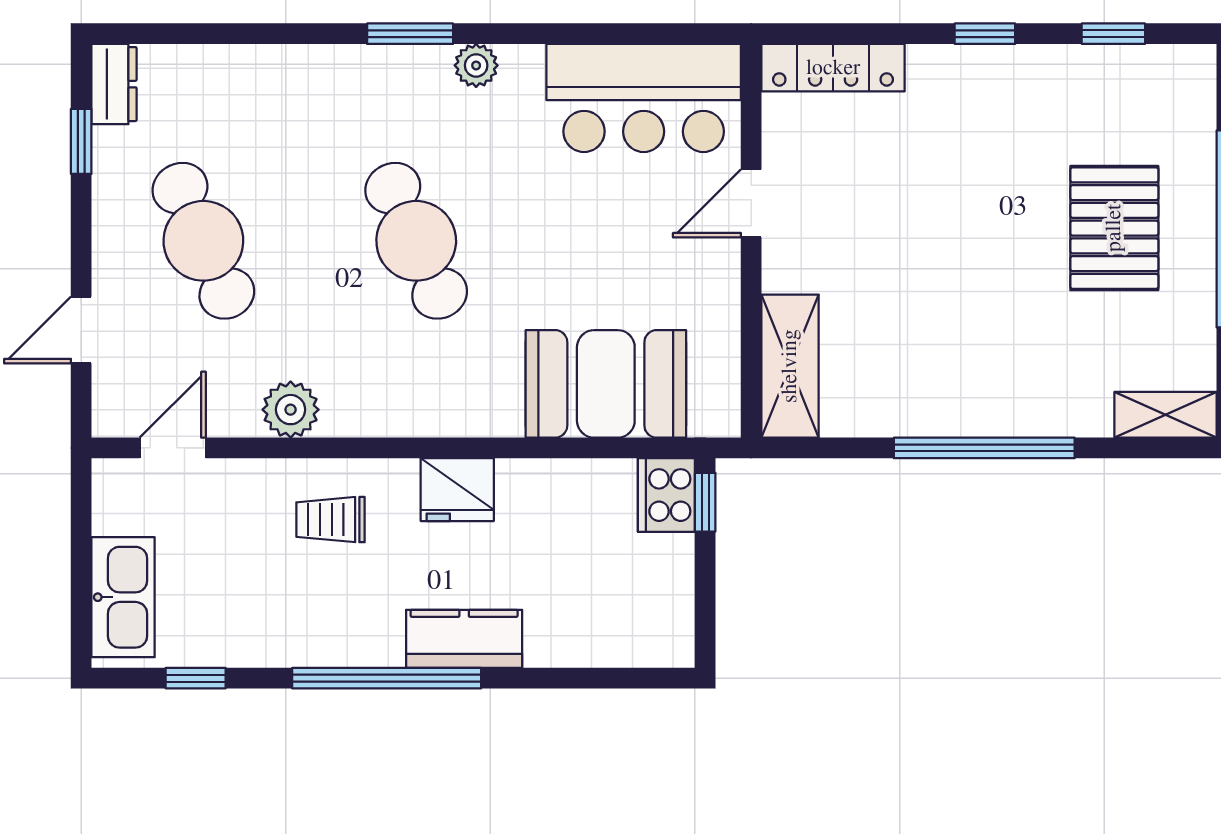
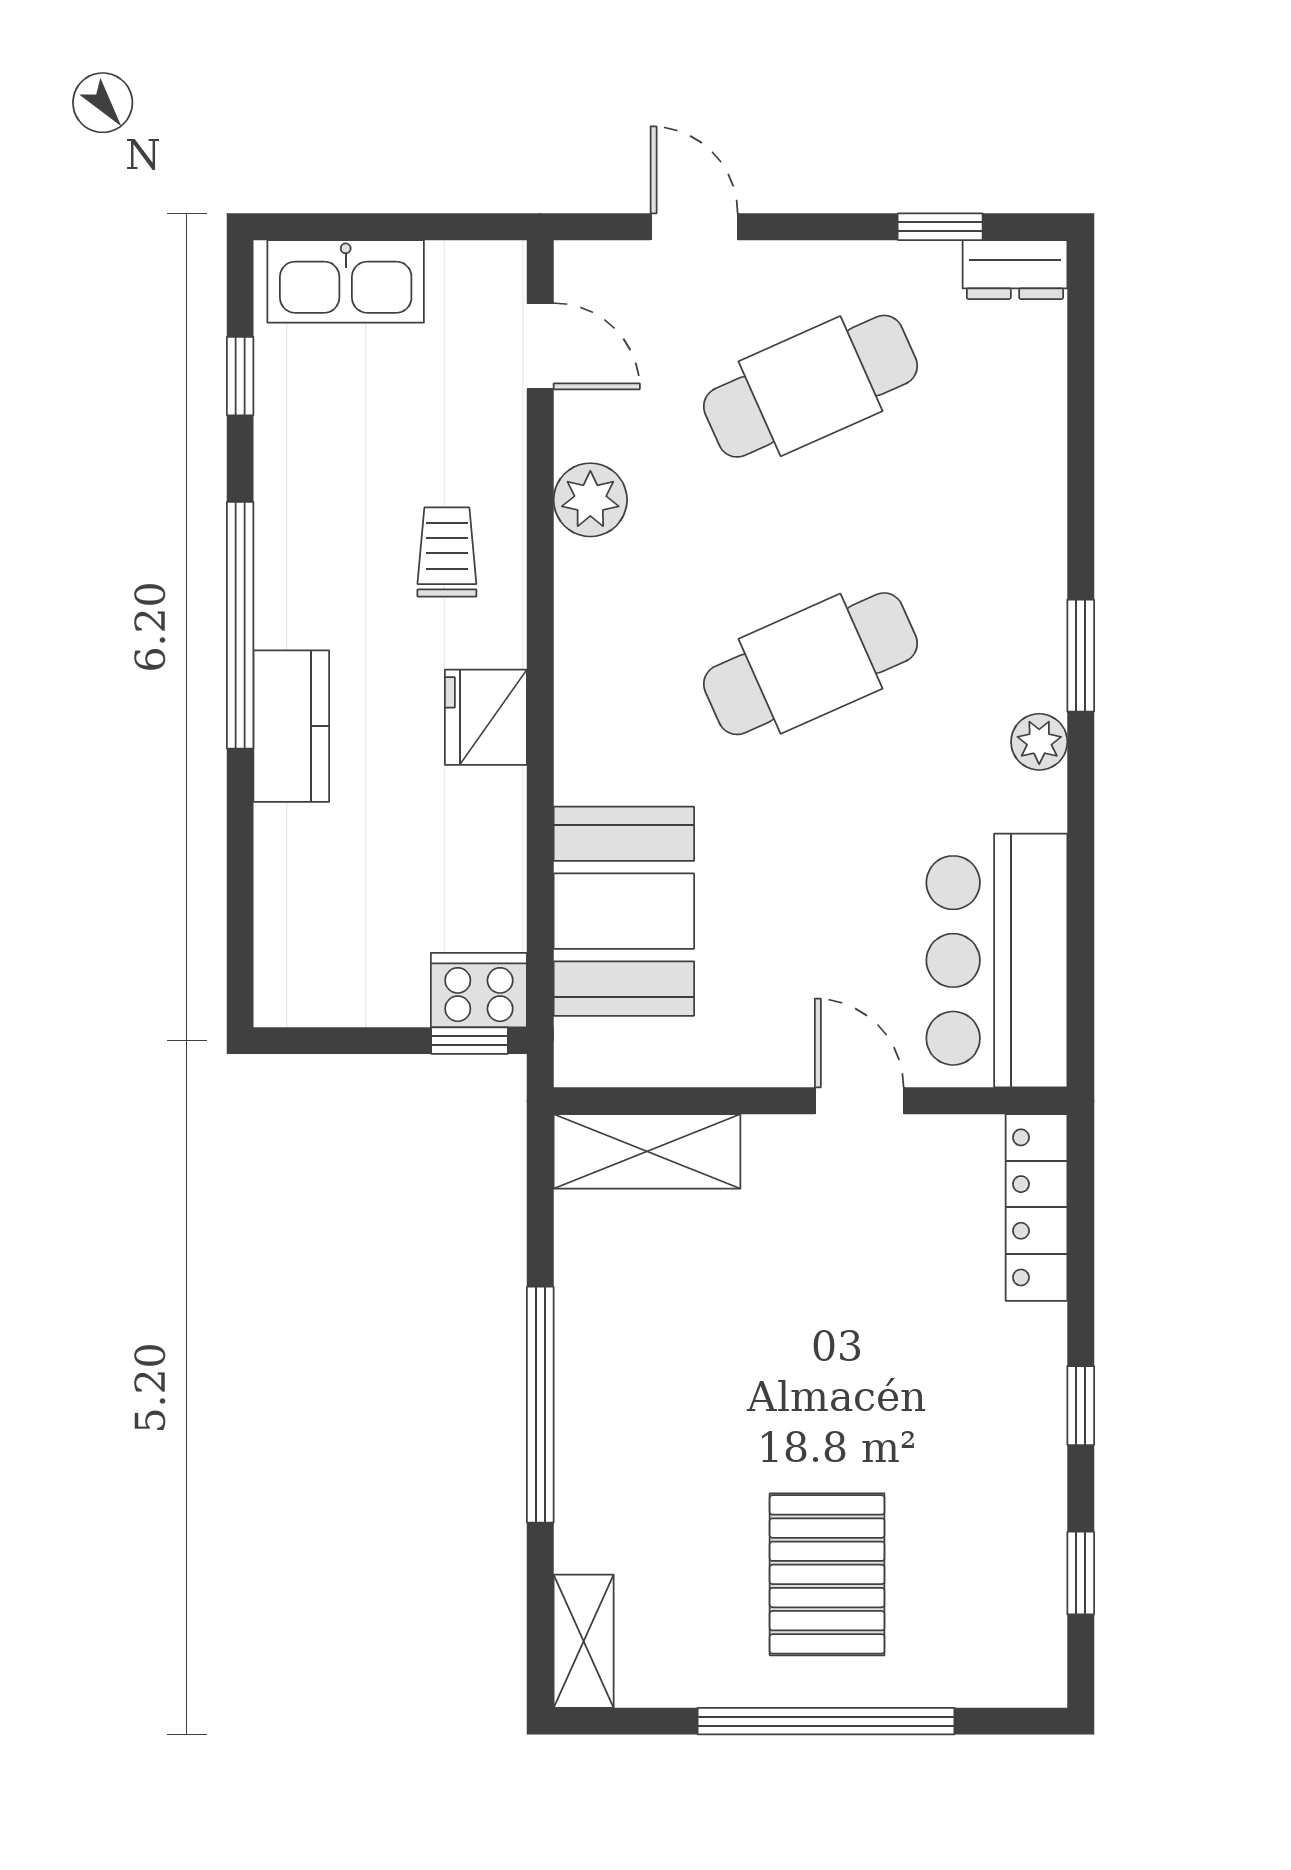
pallet: (1114, 228) -> (827, 1574), turned 90

